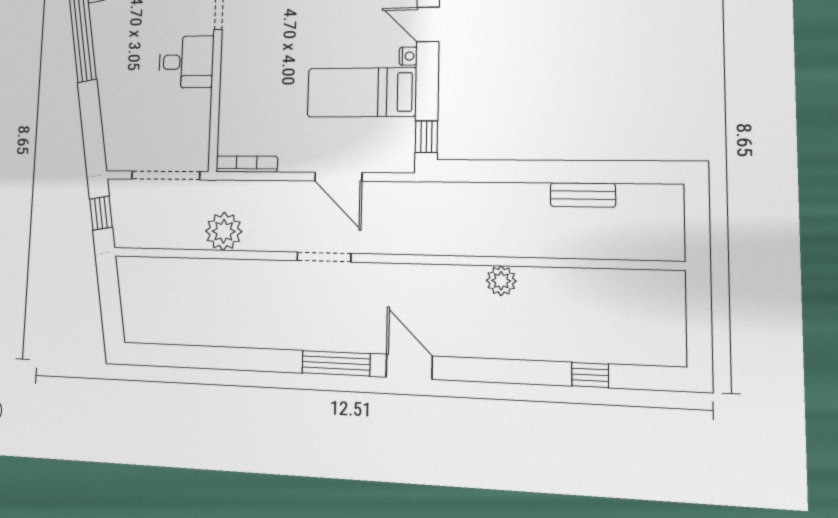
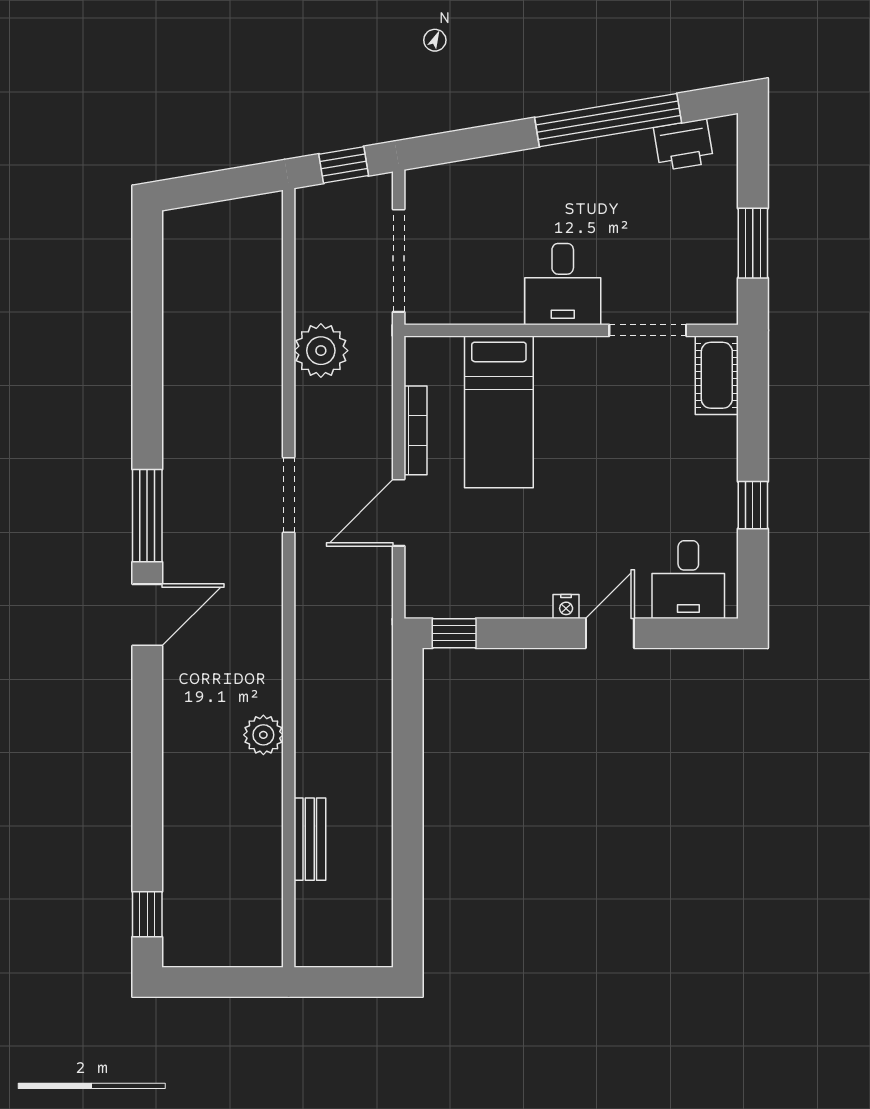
bed: (362, 92) -> (499, 412), moved, turned 180
bookcase: (247, 164) -> (416, 430), moved
bench: (583, 195) -> (310, 839), moved
window: (590, 375) -> (147, 914), moved

